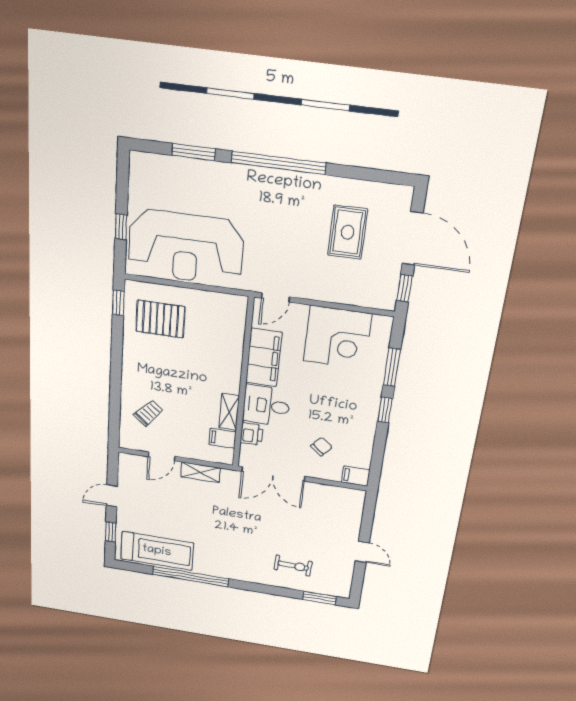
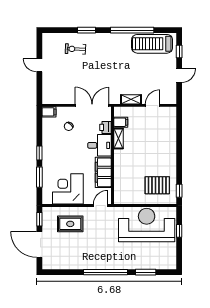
rug: (348, 232) -> (70, 224), moved, turned 90
trolley: (149, 413) -> (161, 131), removed
window: (319, 598) -> (86, 30), moved

